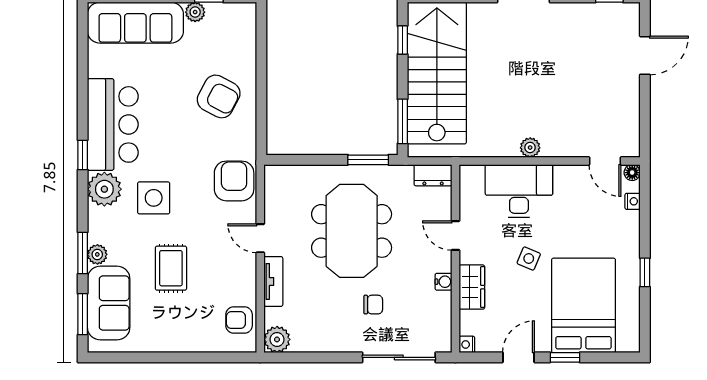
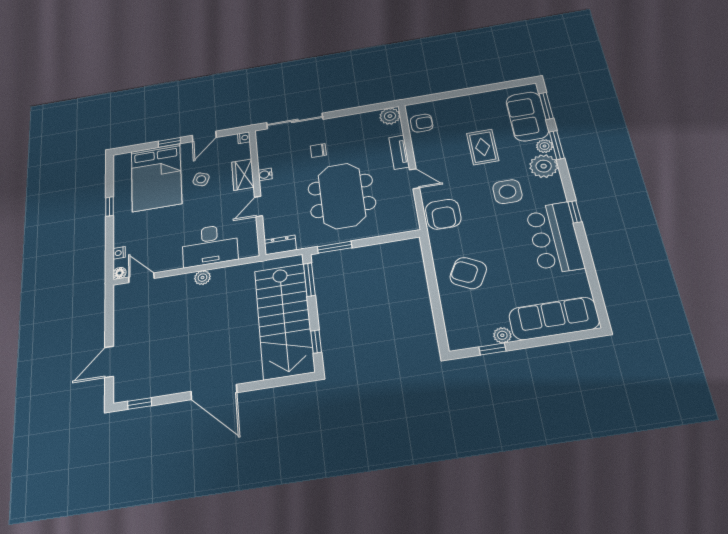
plant: (104, 189) -> (544, 166), moved
door: (455, 236) -> (258, 206), swing flipped
side table: (529, 258) -> (201, 179), moved

